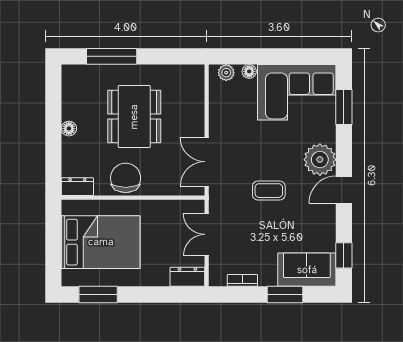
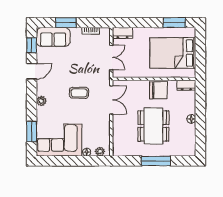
window: (112, 56) -> (156, 161), moved
plant: (320, 160) -> (41, 101), width x0.53, depth x0.53
chair: (126, 178) -> (158, 90), turned -90
door: (344, 190) -> (32, 71), moved
coffee table: (269, 191) -> (79, 93), moved

